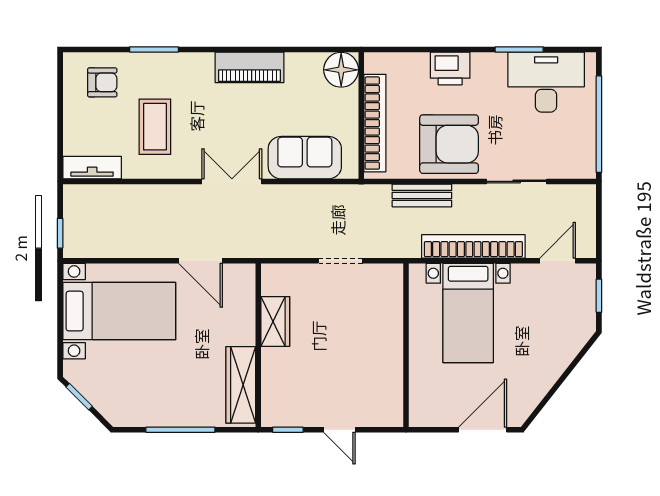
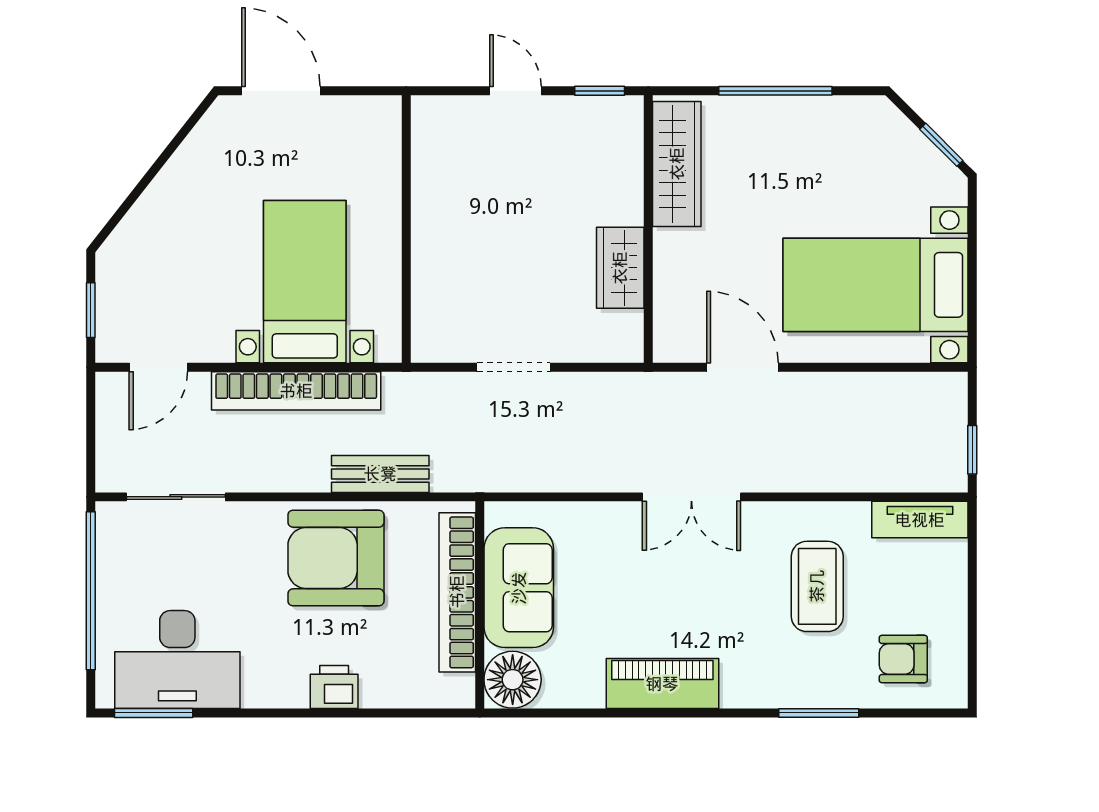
window: (519, 49) -> (154, 713), moved
printer: (450, 68) -> (334, 687), width x0.73, depth x0.81
sofa: (305, 158) -> (519, 588), moved, turned -90
sliding door: (517, 181) -> (176, 497), moved
window: (60, 233) -> (972, 450), moved
door: (483, 430) -> (281, 91), swing flipped

